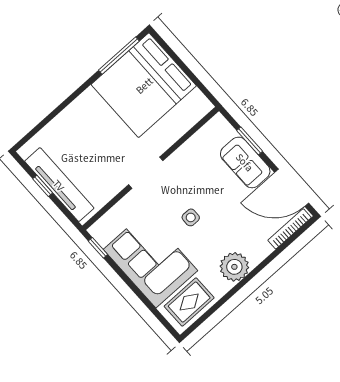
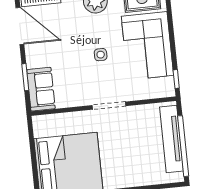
sofa: (245, 162) -> (41, 89), moved
window: (43, 186) -> (183, 146), width x3.17

